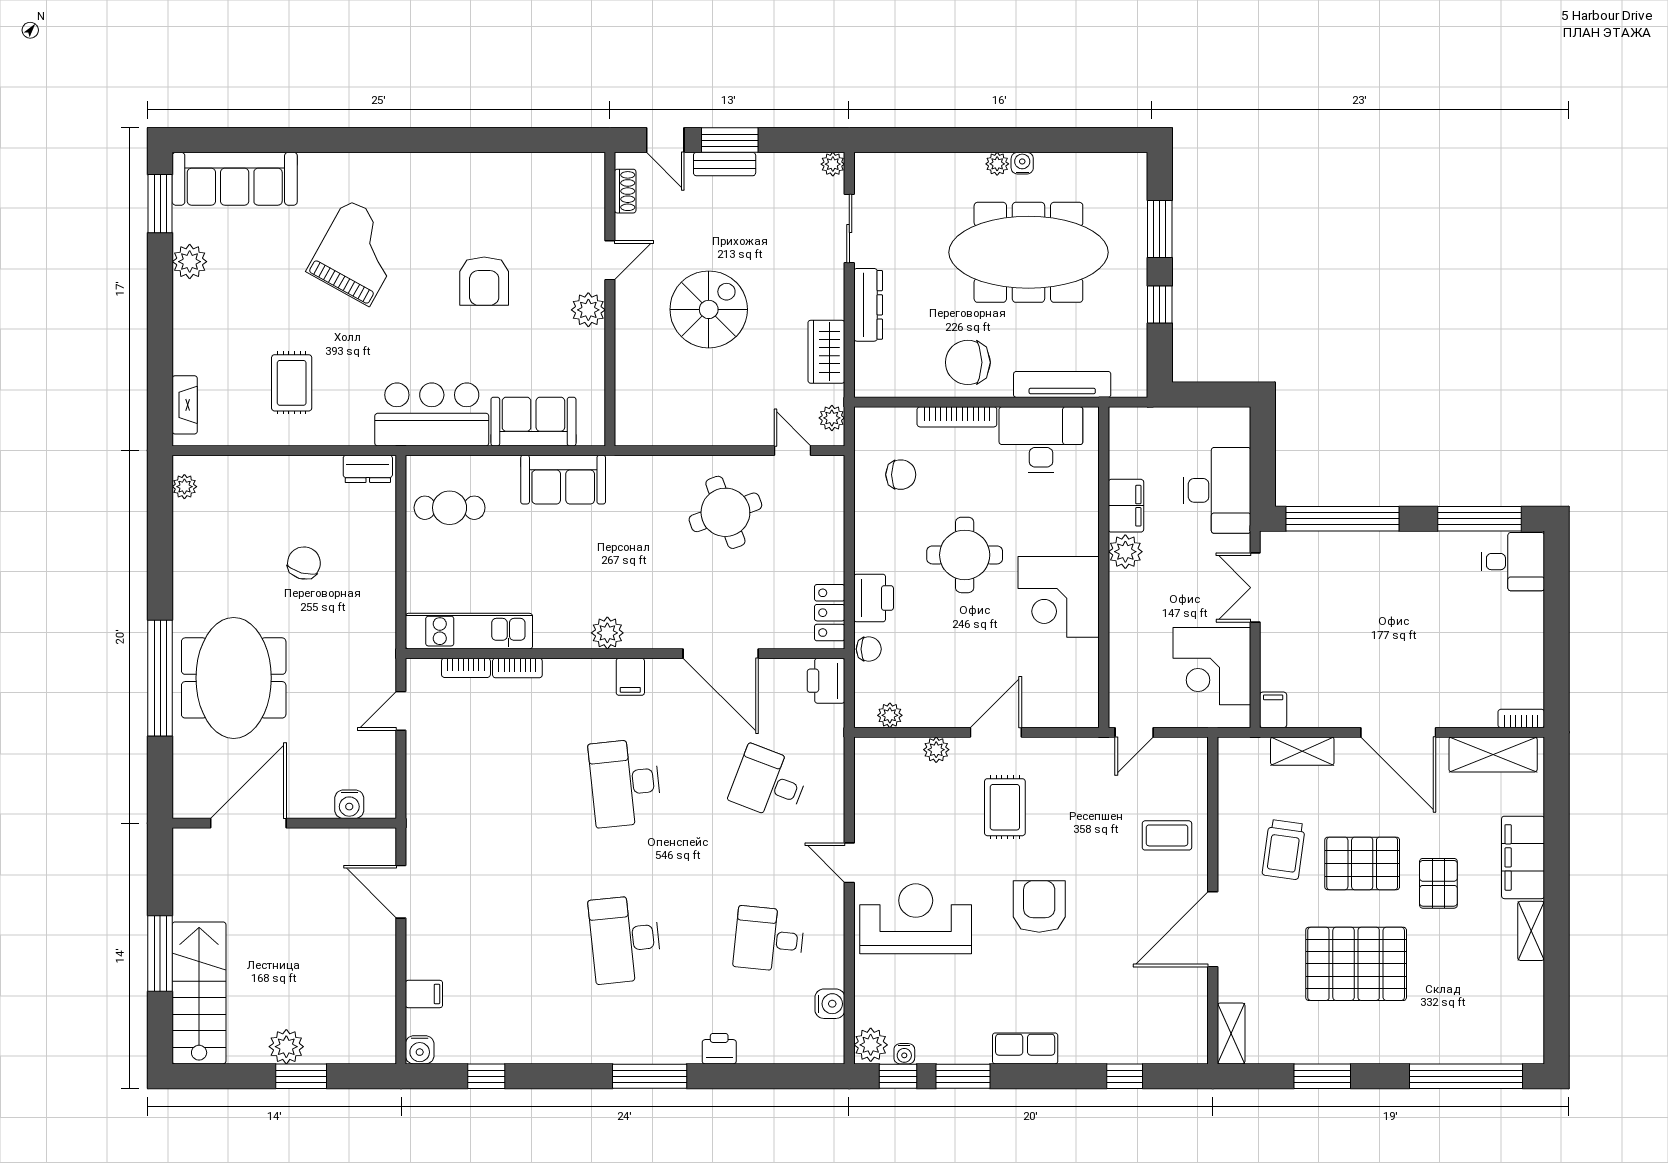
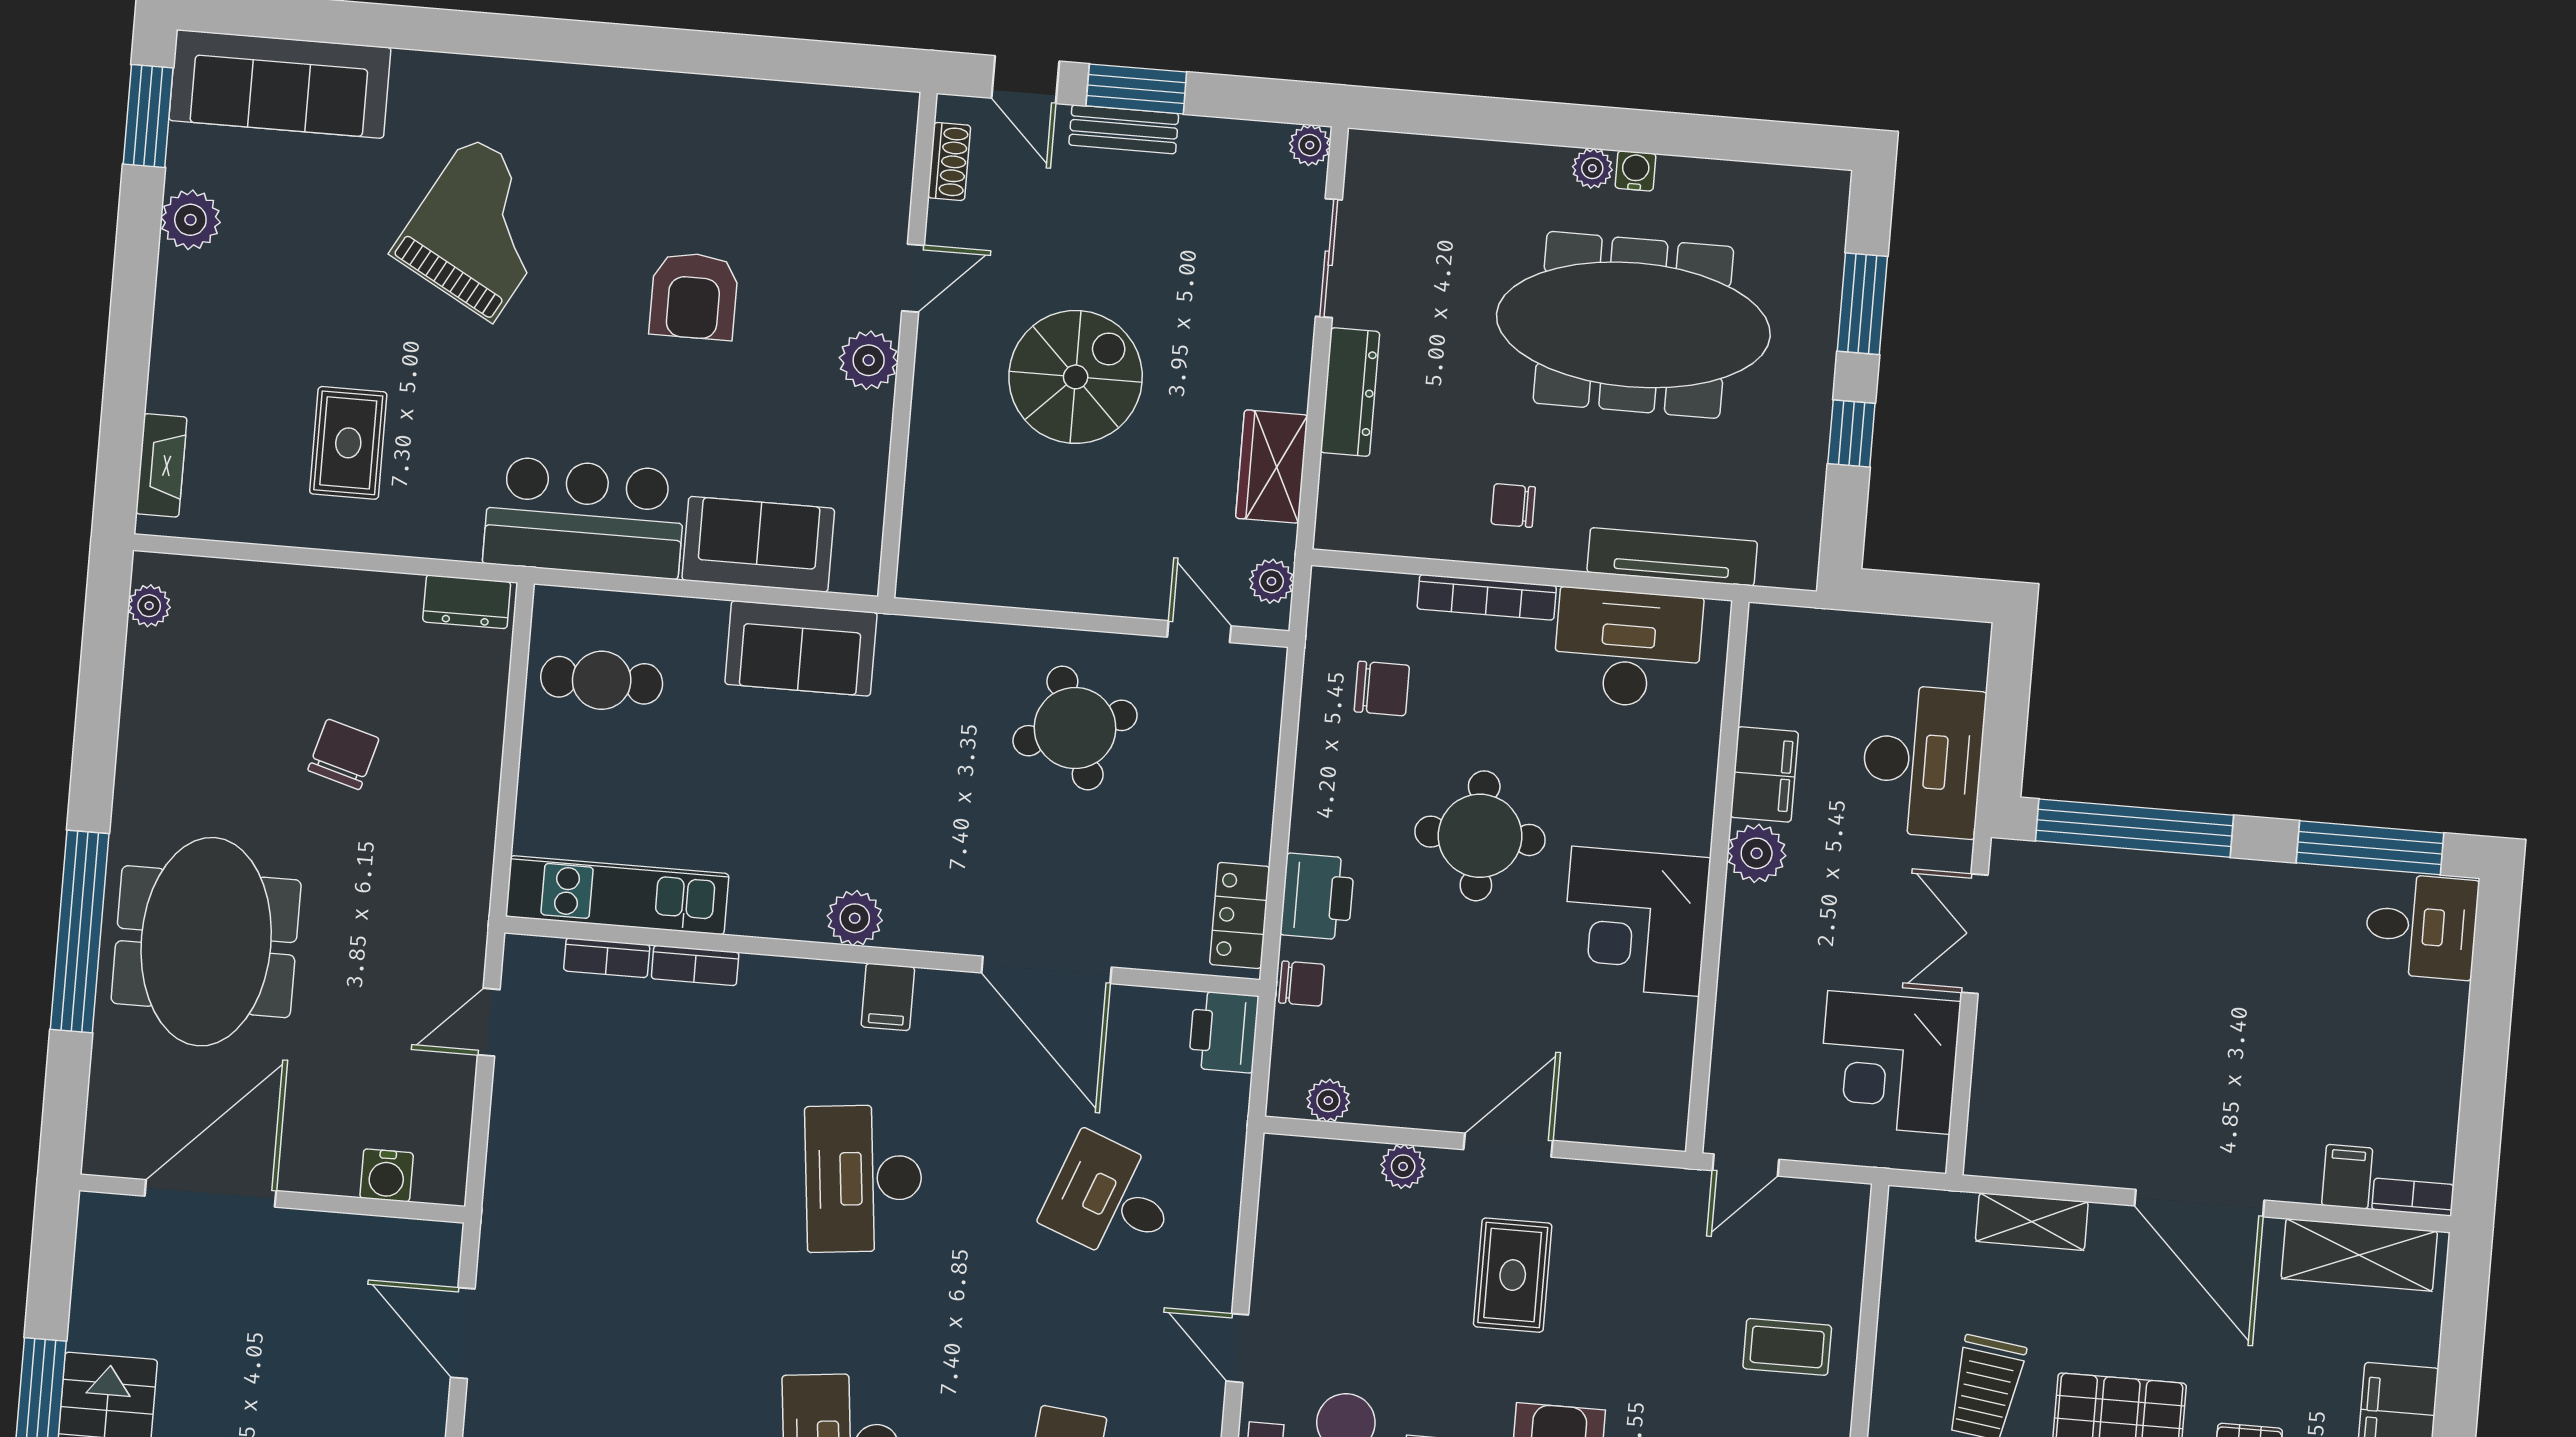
chair: (968, 362) -> (1513, 505), width x0.54, depth x0.54
filing cabinet: (1273, 710) -> (2347, 1177), moved

